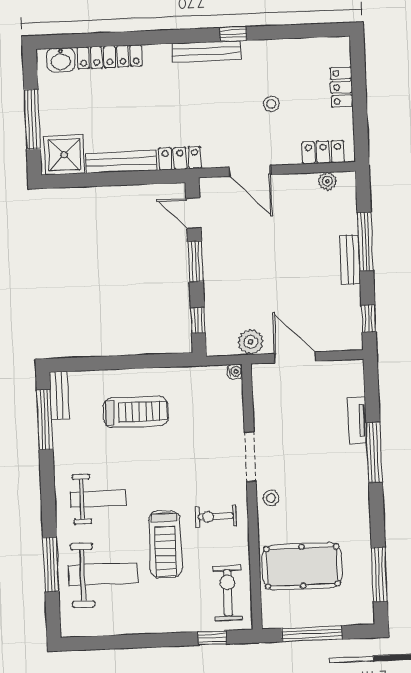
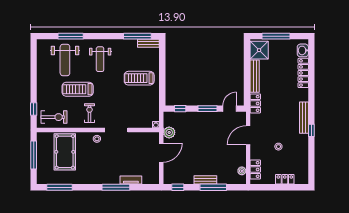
treadmill: (136, 412) -> (139, 78), turned 90

